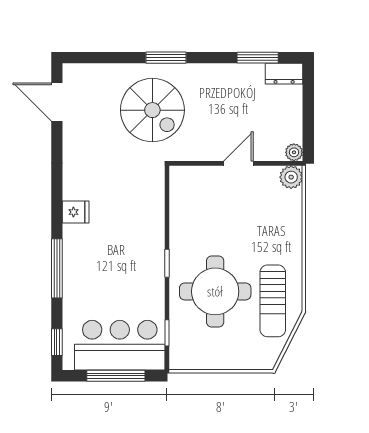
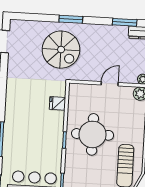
fridge: (76, 212) -> (57, 103), moved, turned 180
round table: (215, 291) -> (93, 134), moved

